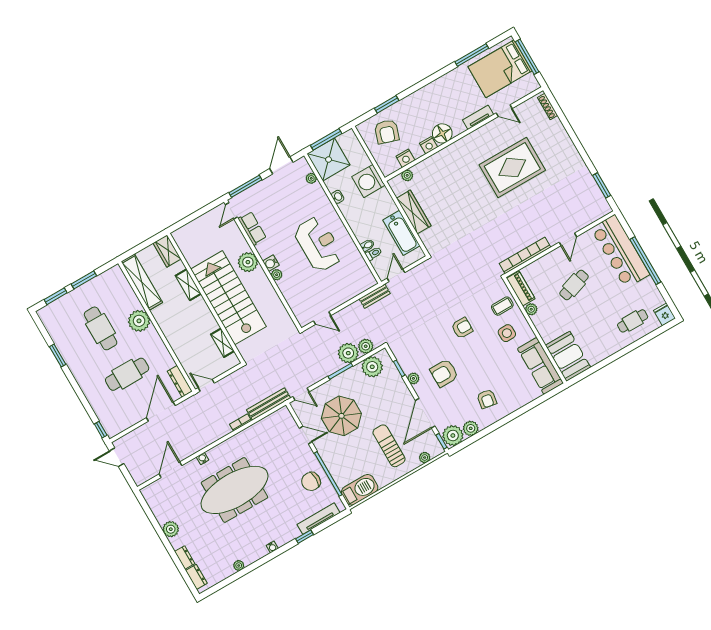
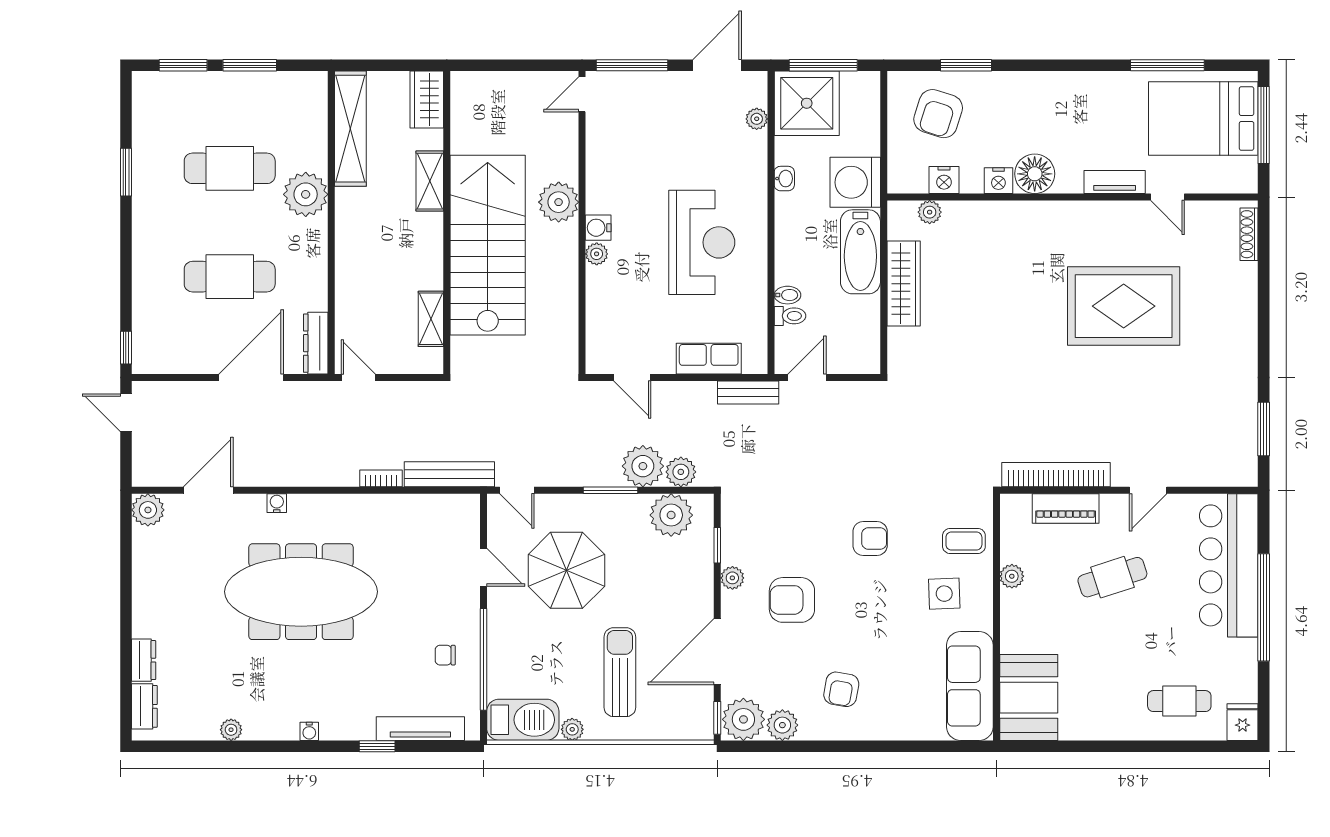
row of seats: (252, 228) -> (709, 359), moved, turned -90
bathtub: (401, 233) -> (860, 252), moved
piano: (521, 288) -> (1066, 508), moved, turned 90
cafe table: (101, 328) -> (230, 168), turned 90
plant: (425, 457) -> (572, 729), moved
chair: (311, 481) -> (445, 655), width x0.54, depth x0.54
plant: (171, 529) -> (148, 510), moved

